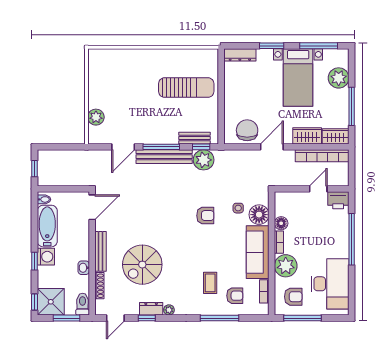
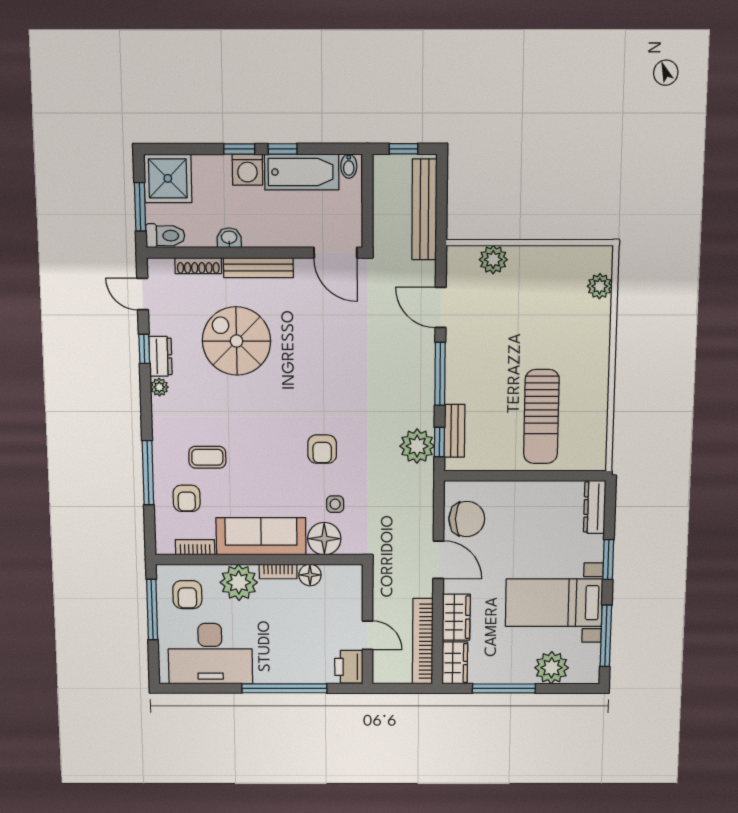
plant: (111, 56) -> (600, 286), added
bench: (164, 157) -> (424, 210), moved
window: (35, 302) -> (283, 149), moved

